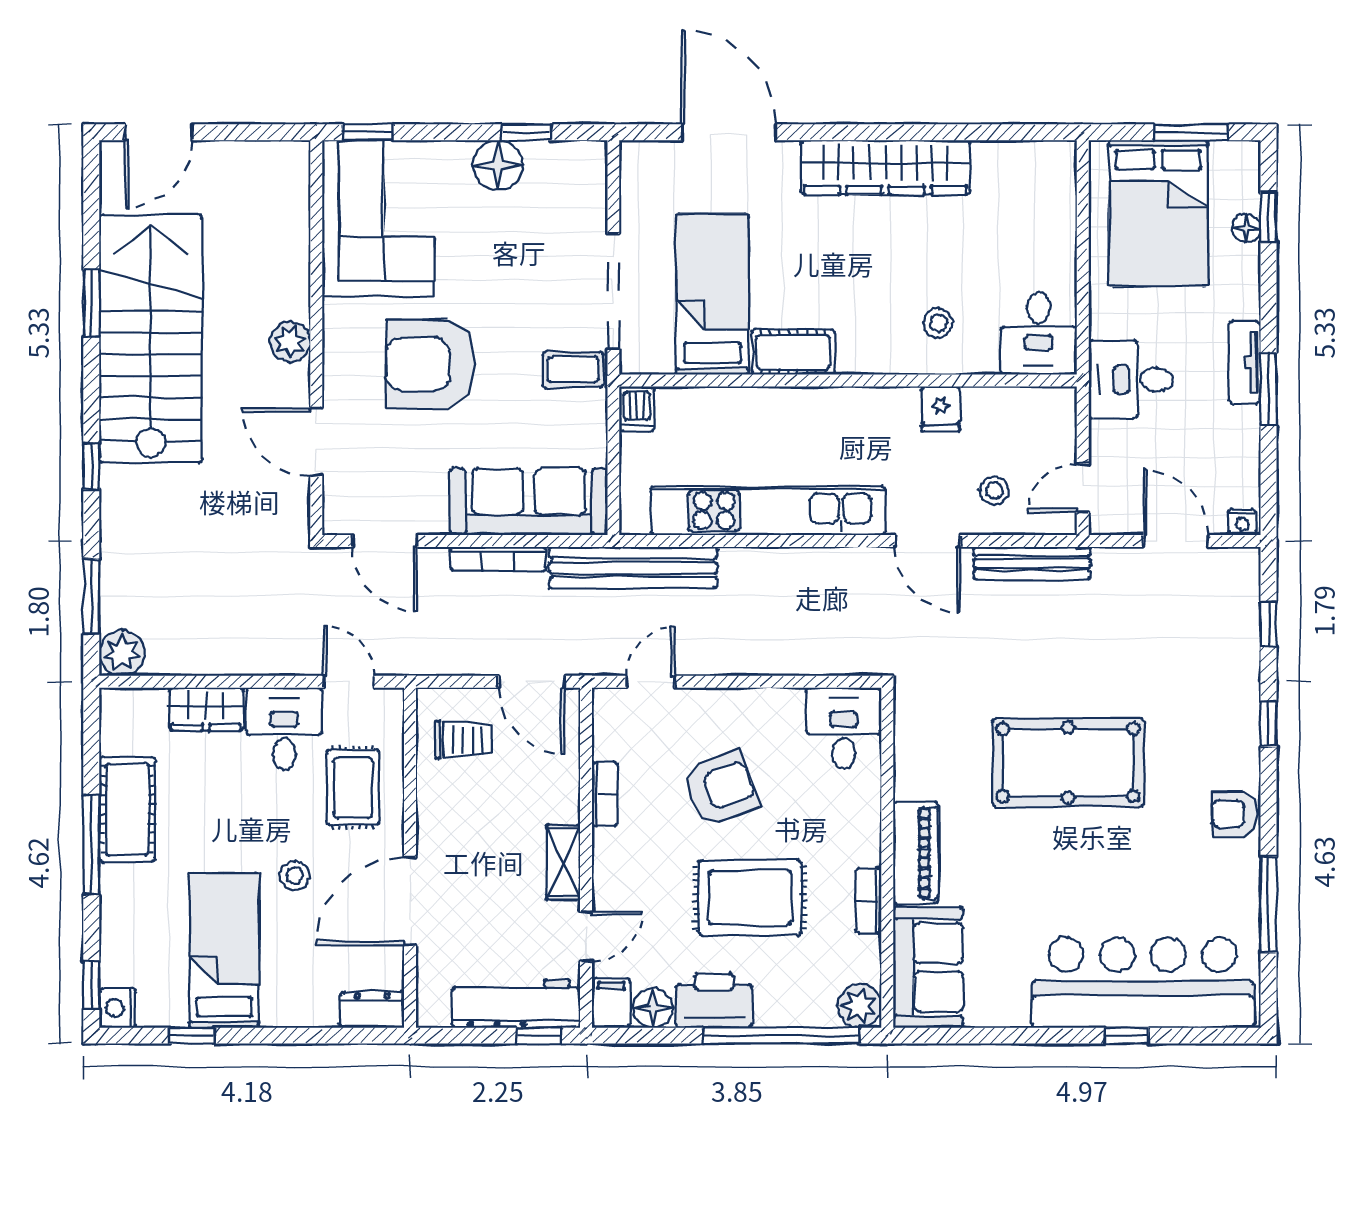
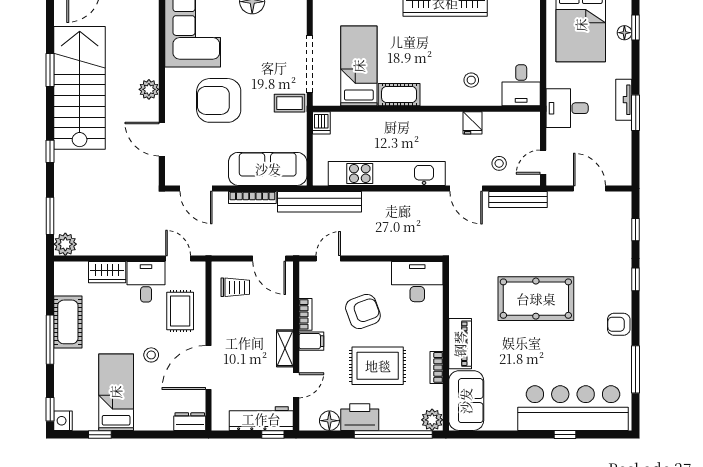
nightstand: (1242, 522) -> (622, 179), removed
desk: (844, 728) -> (417, 282), width x1.37
filing cabinet: (611, 1003) -> (311, 341), moved, turned 90

